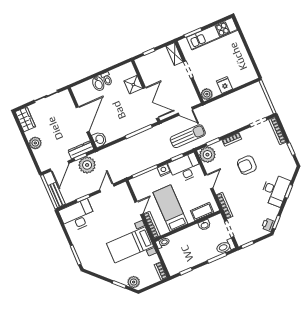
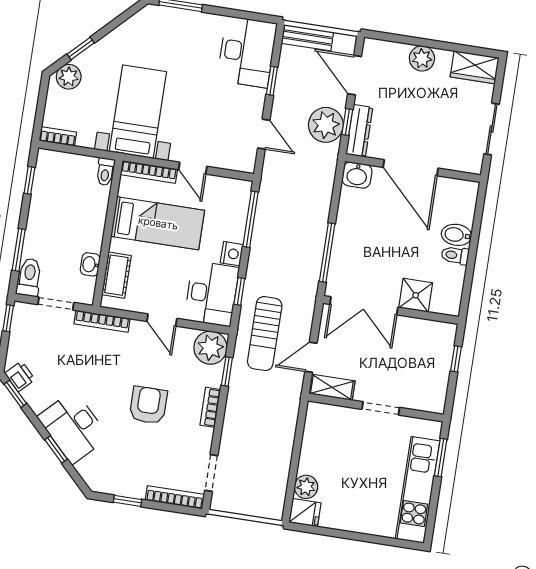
shelving: (174, 54) -> (332, 387), moved
fridge: (224, 85) -> (305, 513), moved
plant: (207, 94) -> (306, 487), moved

